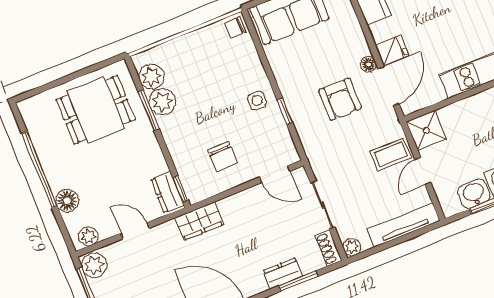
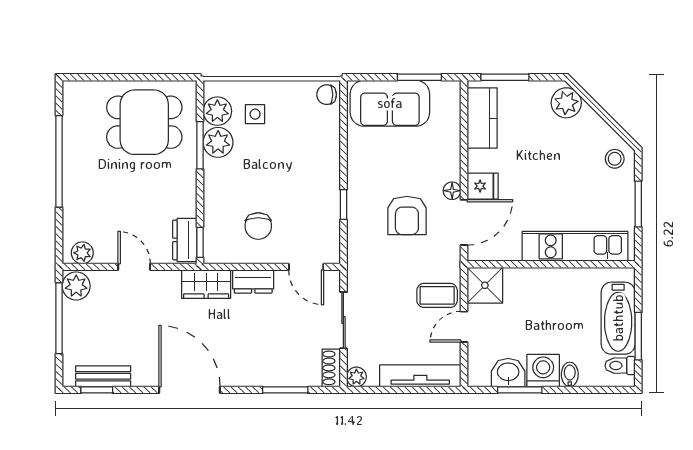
side table: (257, 100) -> (255, 114), moved
floor lamp: (67, 201) -> (75, 206), removed
dresser: (283, 273) -> (253, 281), moved, turned 180

